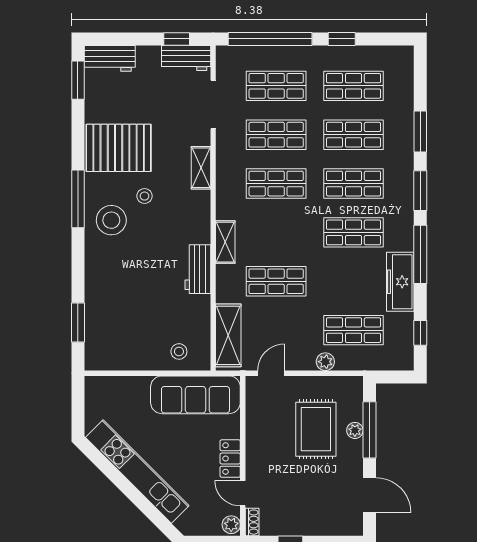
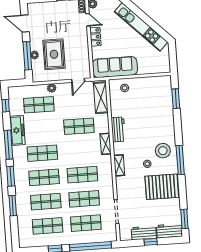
window: (177, 39) -> (151, 242), moved
workbench: (186, 58) -> (144, 233), moved
shelving: (201, 168) -> (119, 165), moved

